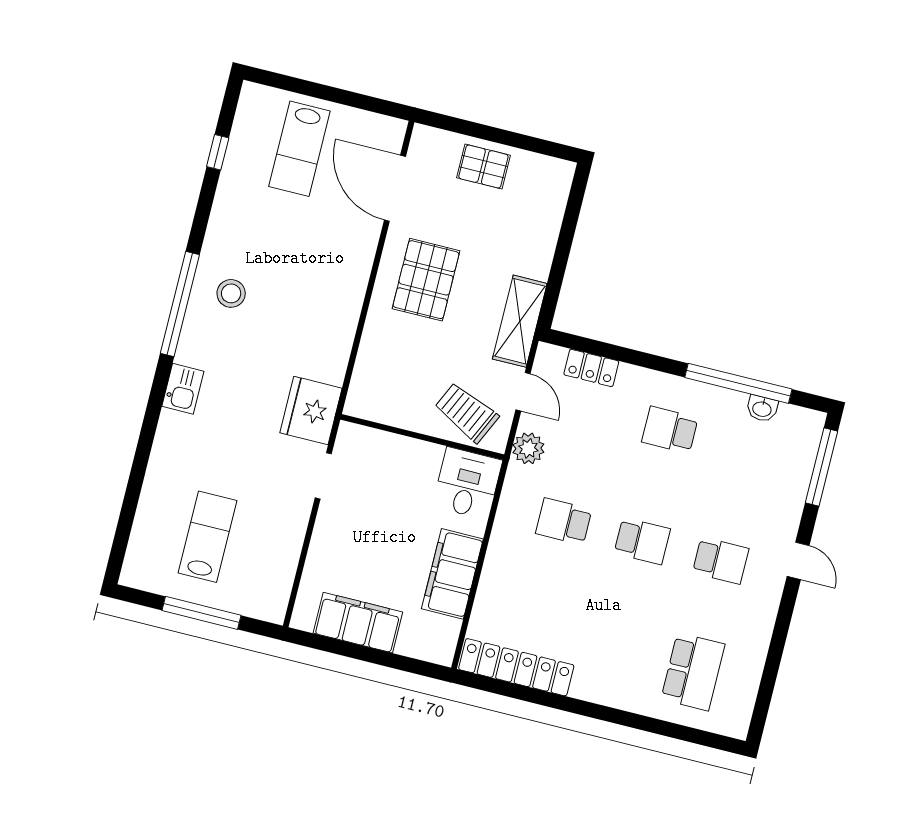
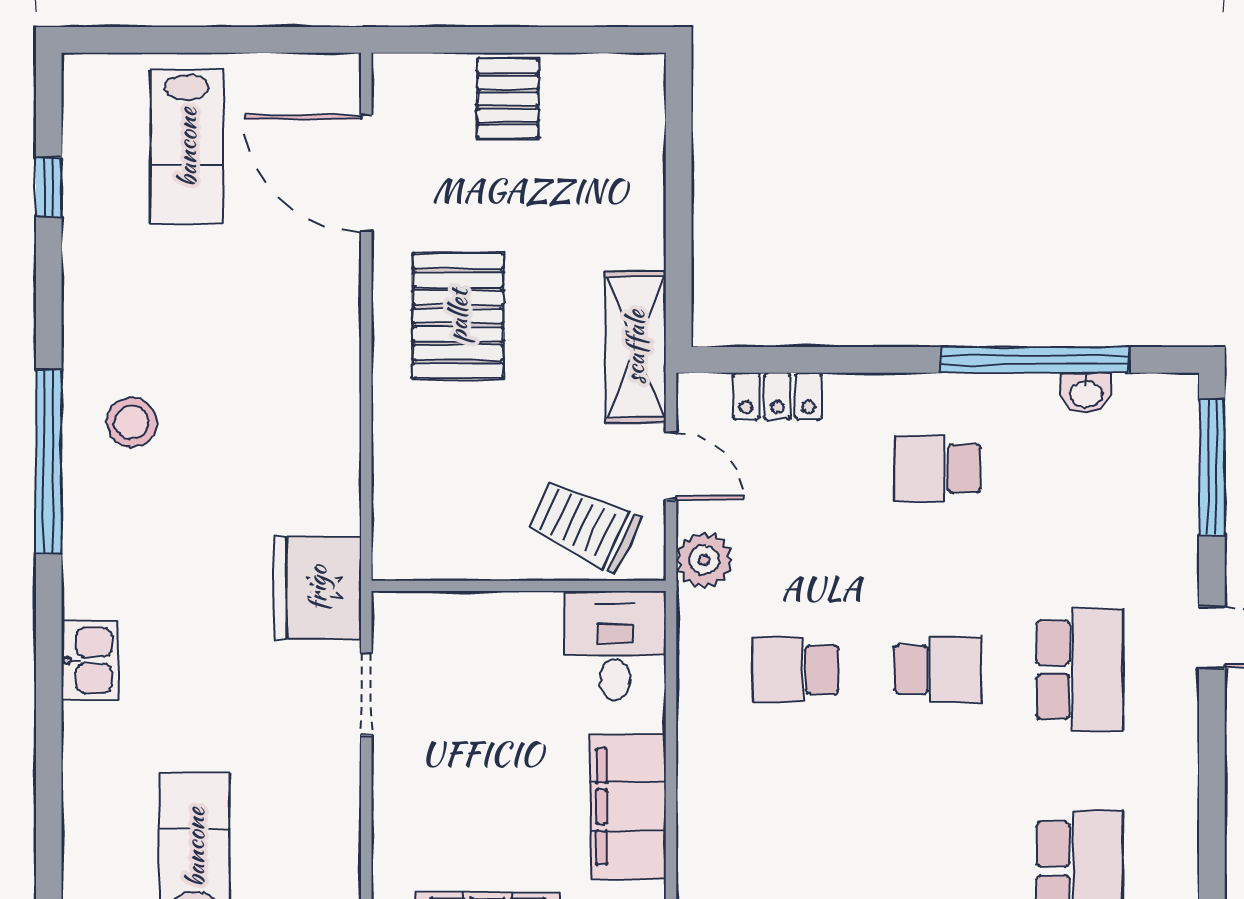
pallet: (483, 167) -> (508, 99), turned 90
kitchen sink: (183, 389) -> (90, 660), moved
school desk: (721, 561) -> (1080, 670), width x1.85

